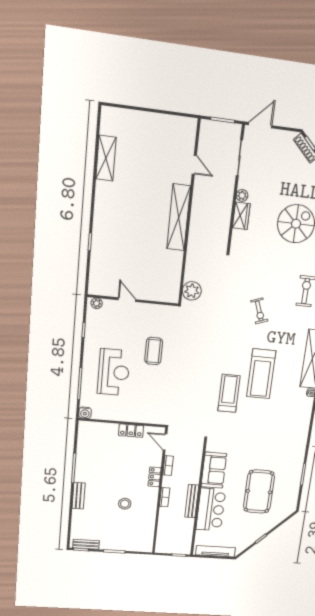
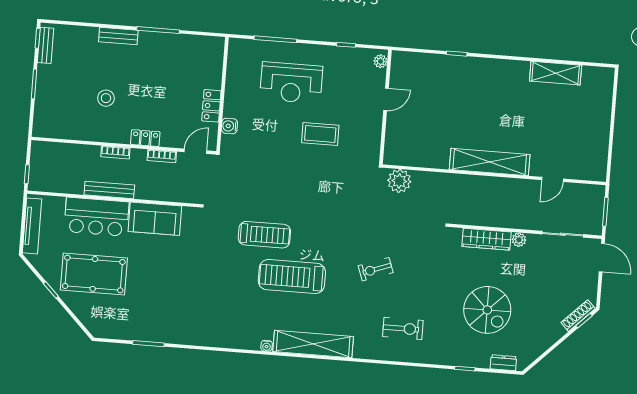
wardrobe: (241, 216) -> (486, 239), width x1.50
water cooler: (85, 413) -> (229, 126), moved
pool table: (259, 492) -> (94, 274), moved

